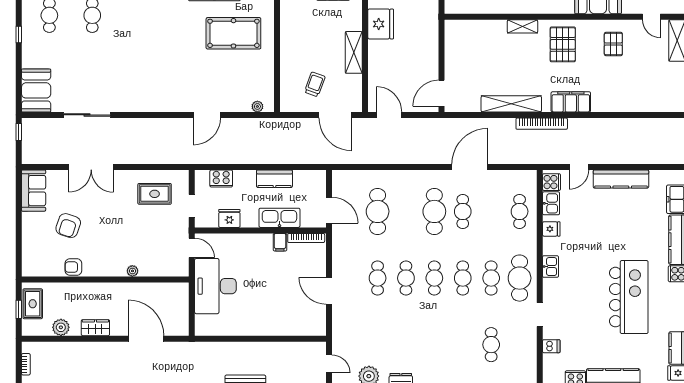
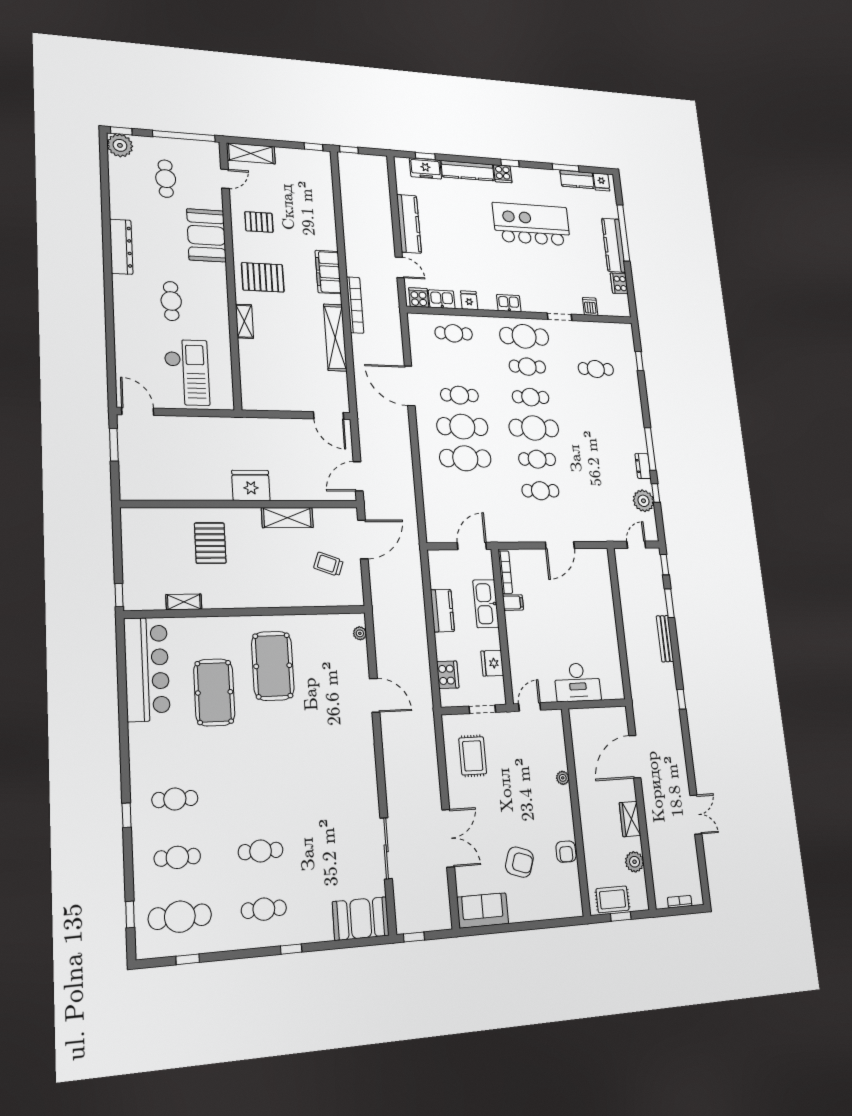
cafe table: (378, 211) -> (465, 458), moved
cafe table: (434, 278) -> (534, 428), width x1.37, depth x1.35
desk: (215, 286) -> (577, 682), width x0.73, depth x0.77

